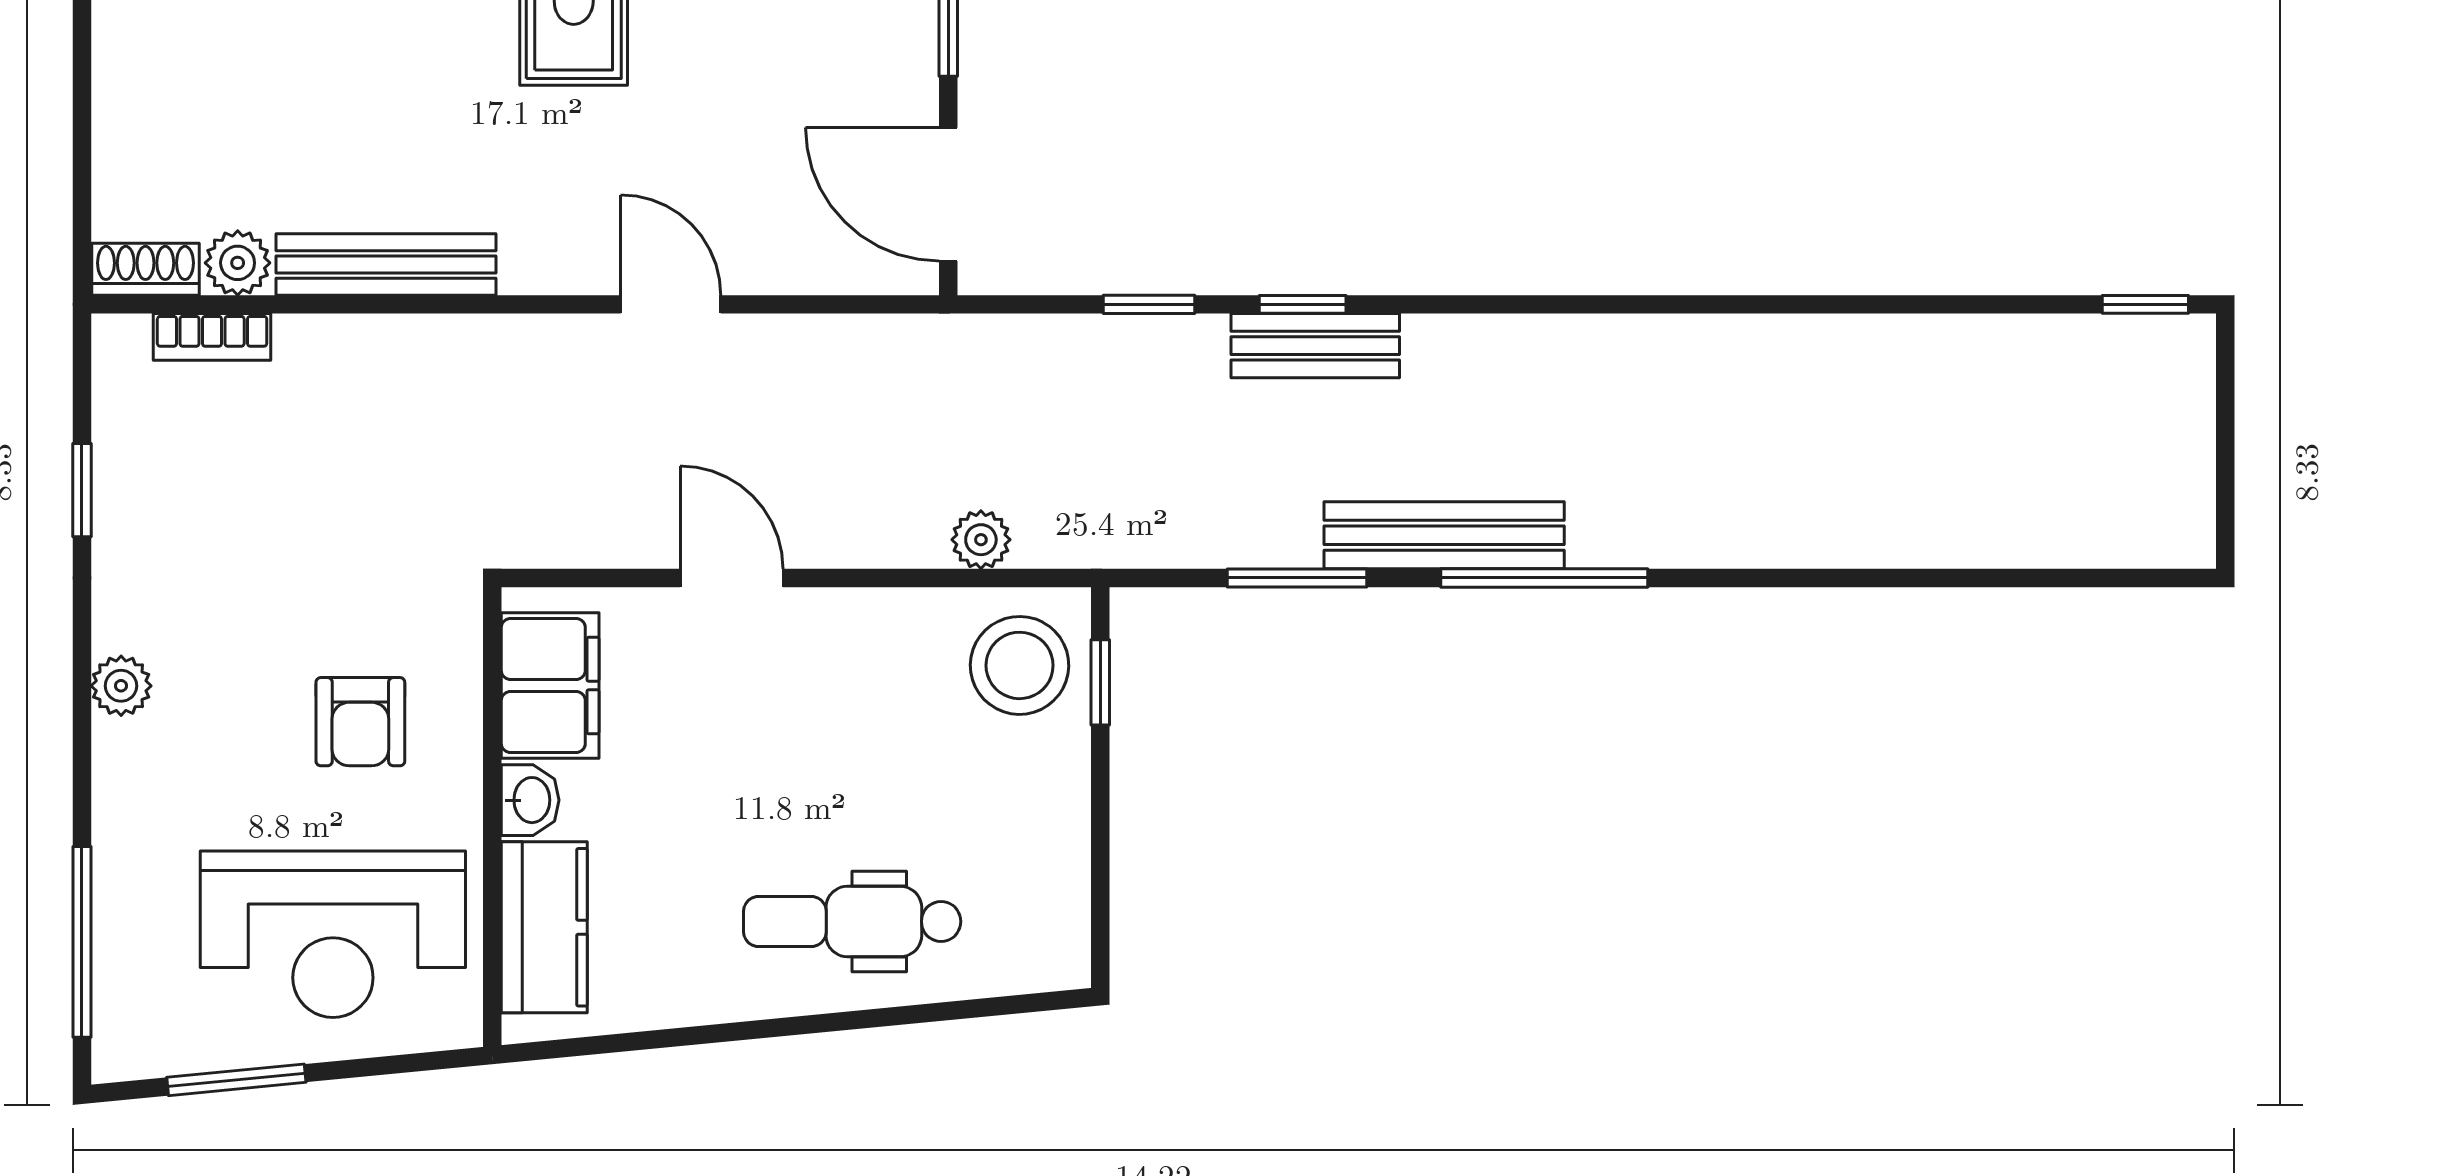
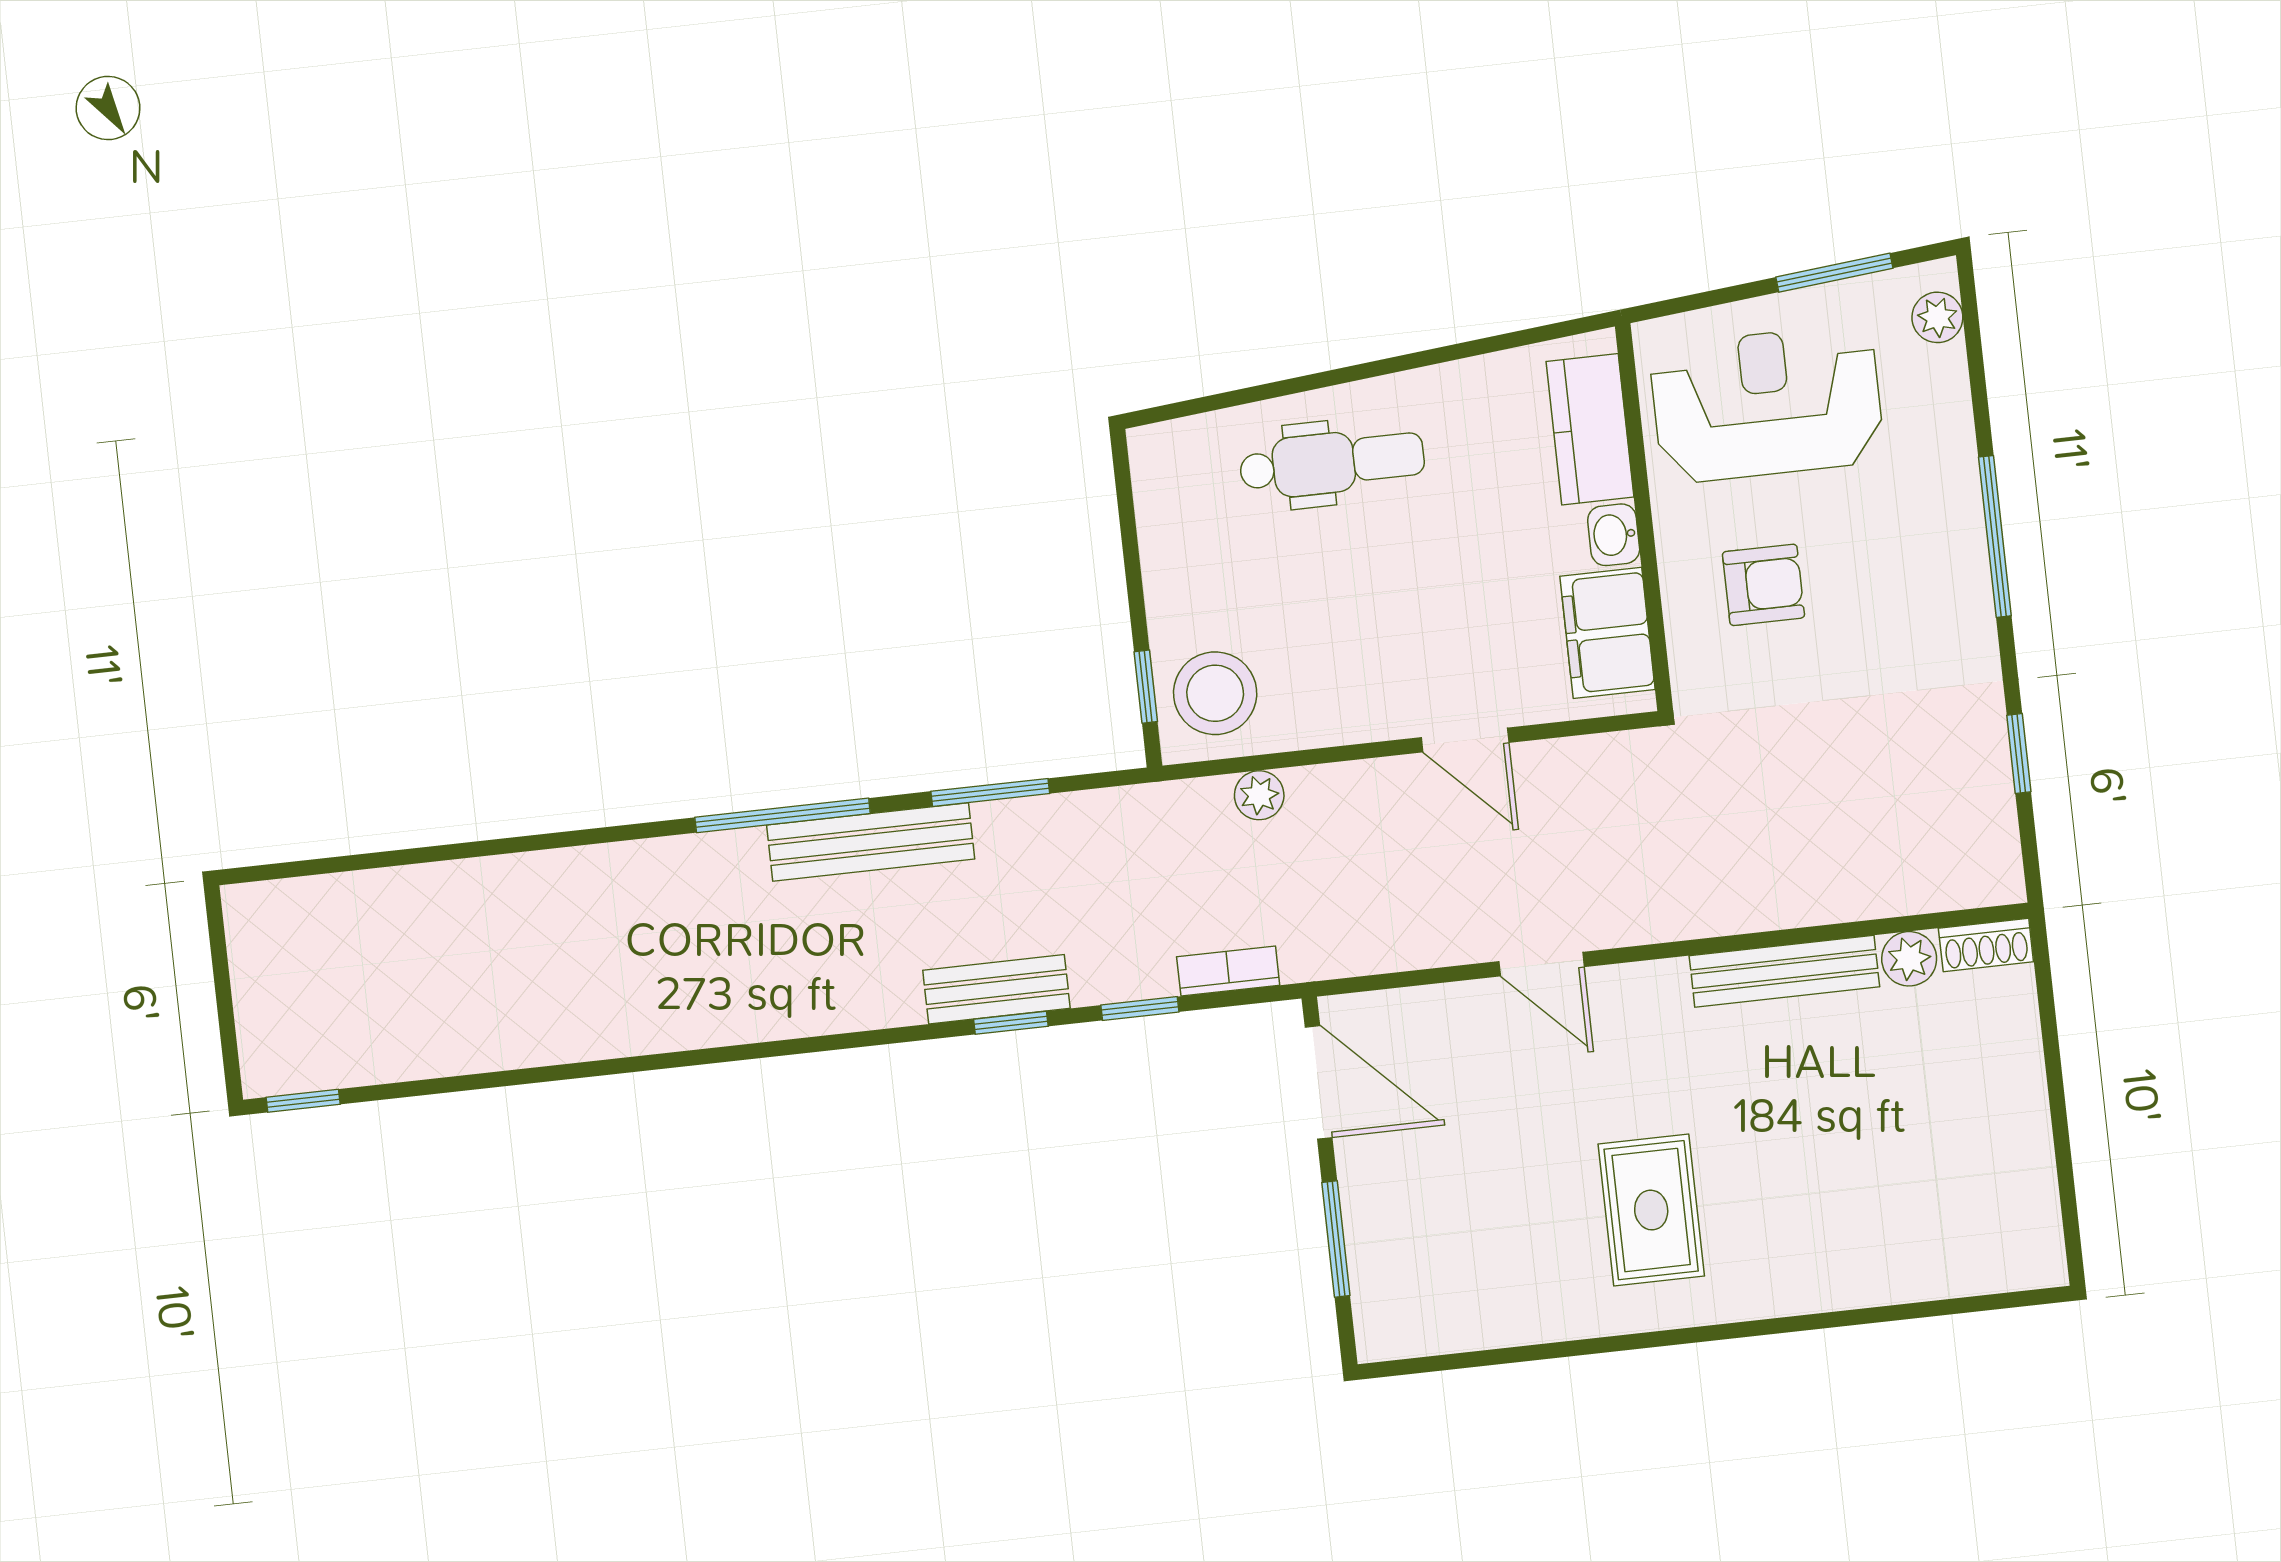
bookcase: (212, 337) -> (1228, 971), moved
plant: (121, 686) -> (1937, 317), moved
armchair: (360, 722) -> (1763, 585), turned 90
window: (82, 942) -> (1995, 536), moved

